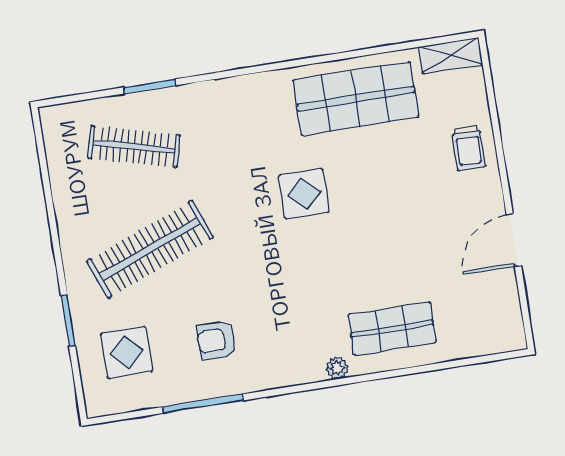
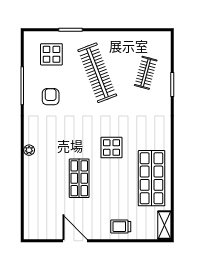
clothes rail: (134, 147) -> (146, 73), width x0.73
shop shelf: (392, 329) -> (79, 178), moved

